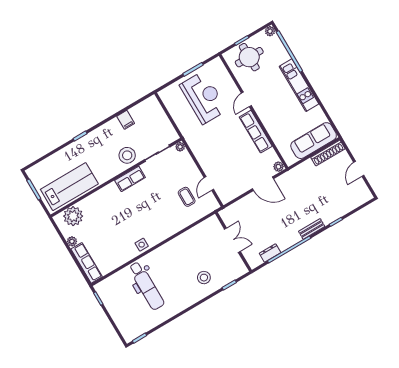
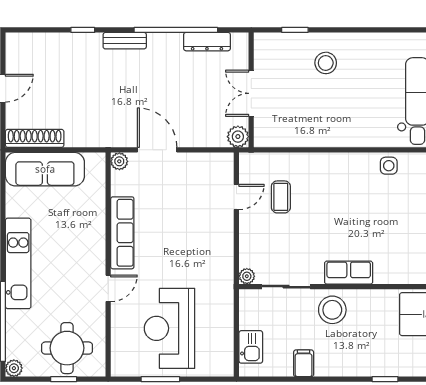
kitchen sink: (157, 112) -> (251, 347), added
plant: (226, 214) -> (238, 137), added
dresser: (270, 253) -> (207, 42), width x1.44

